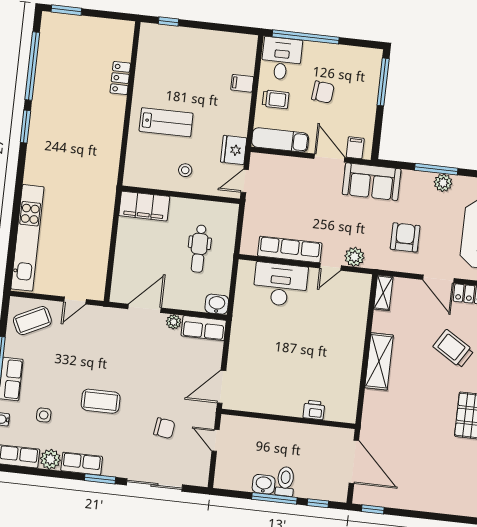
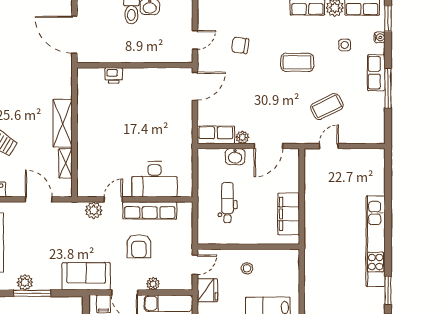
plant: (296, 165) -> (153, 284), added
filing cabinet: (144, 206) -> (289, 214), moved, turned -90
armchair: (405, 237) -> (139, 246), moved
kitchen unit: (27, 238) -> (376, 241), moved
door: (438, 279) -> (39, 199), moved
shelving: (383, 293) -> (66, 163), moved
washbasin: (217, 304) -> (235, 157), moved
coffee table: (32, 321) -> (327, 107), moved
door: (216, 440) -> (195, 40), hinge flipped

